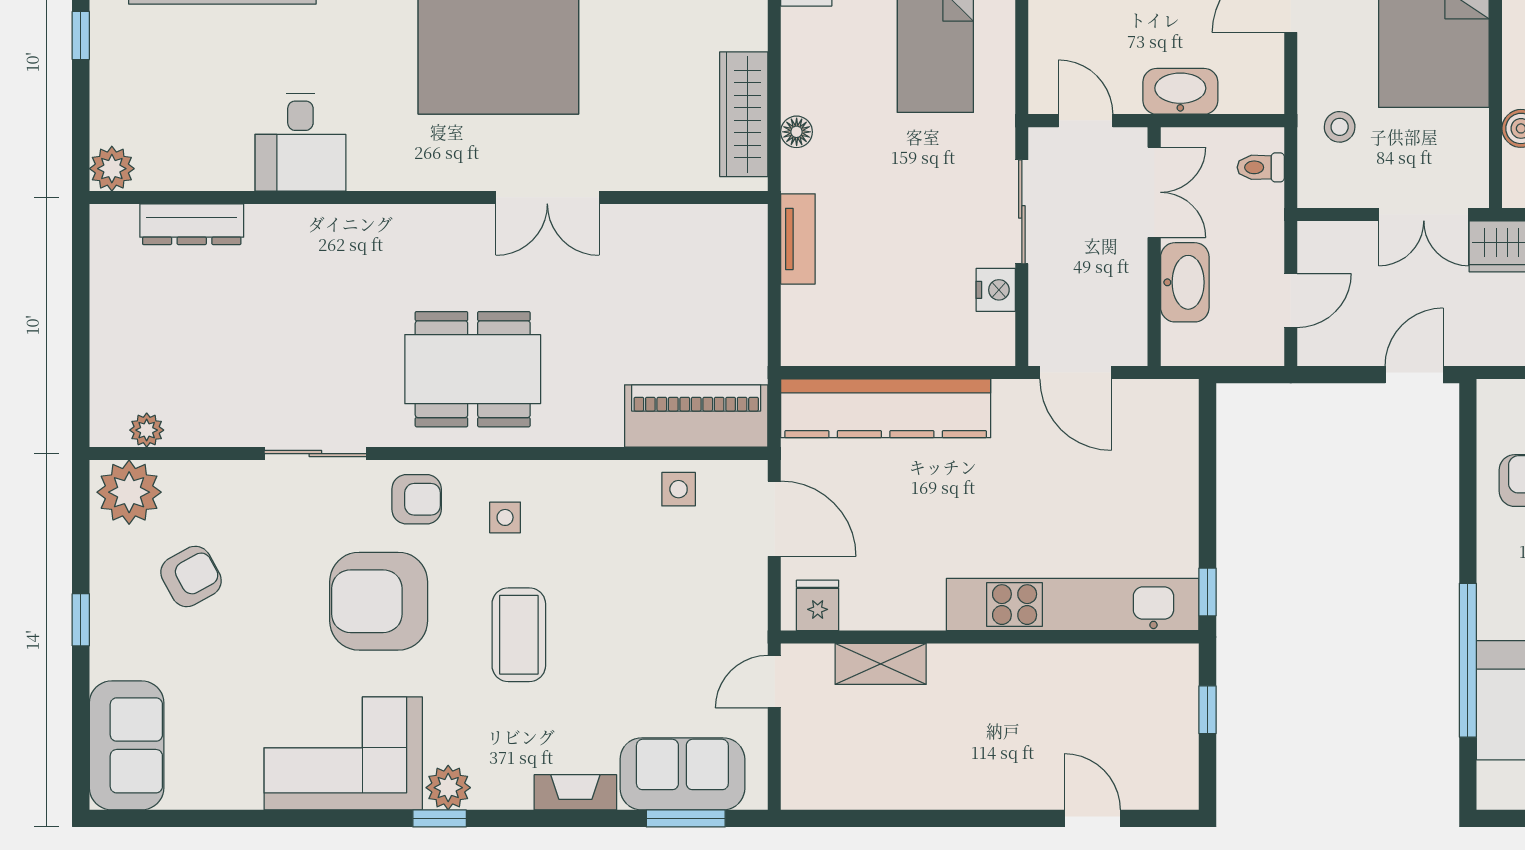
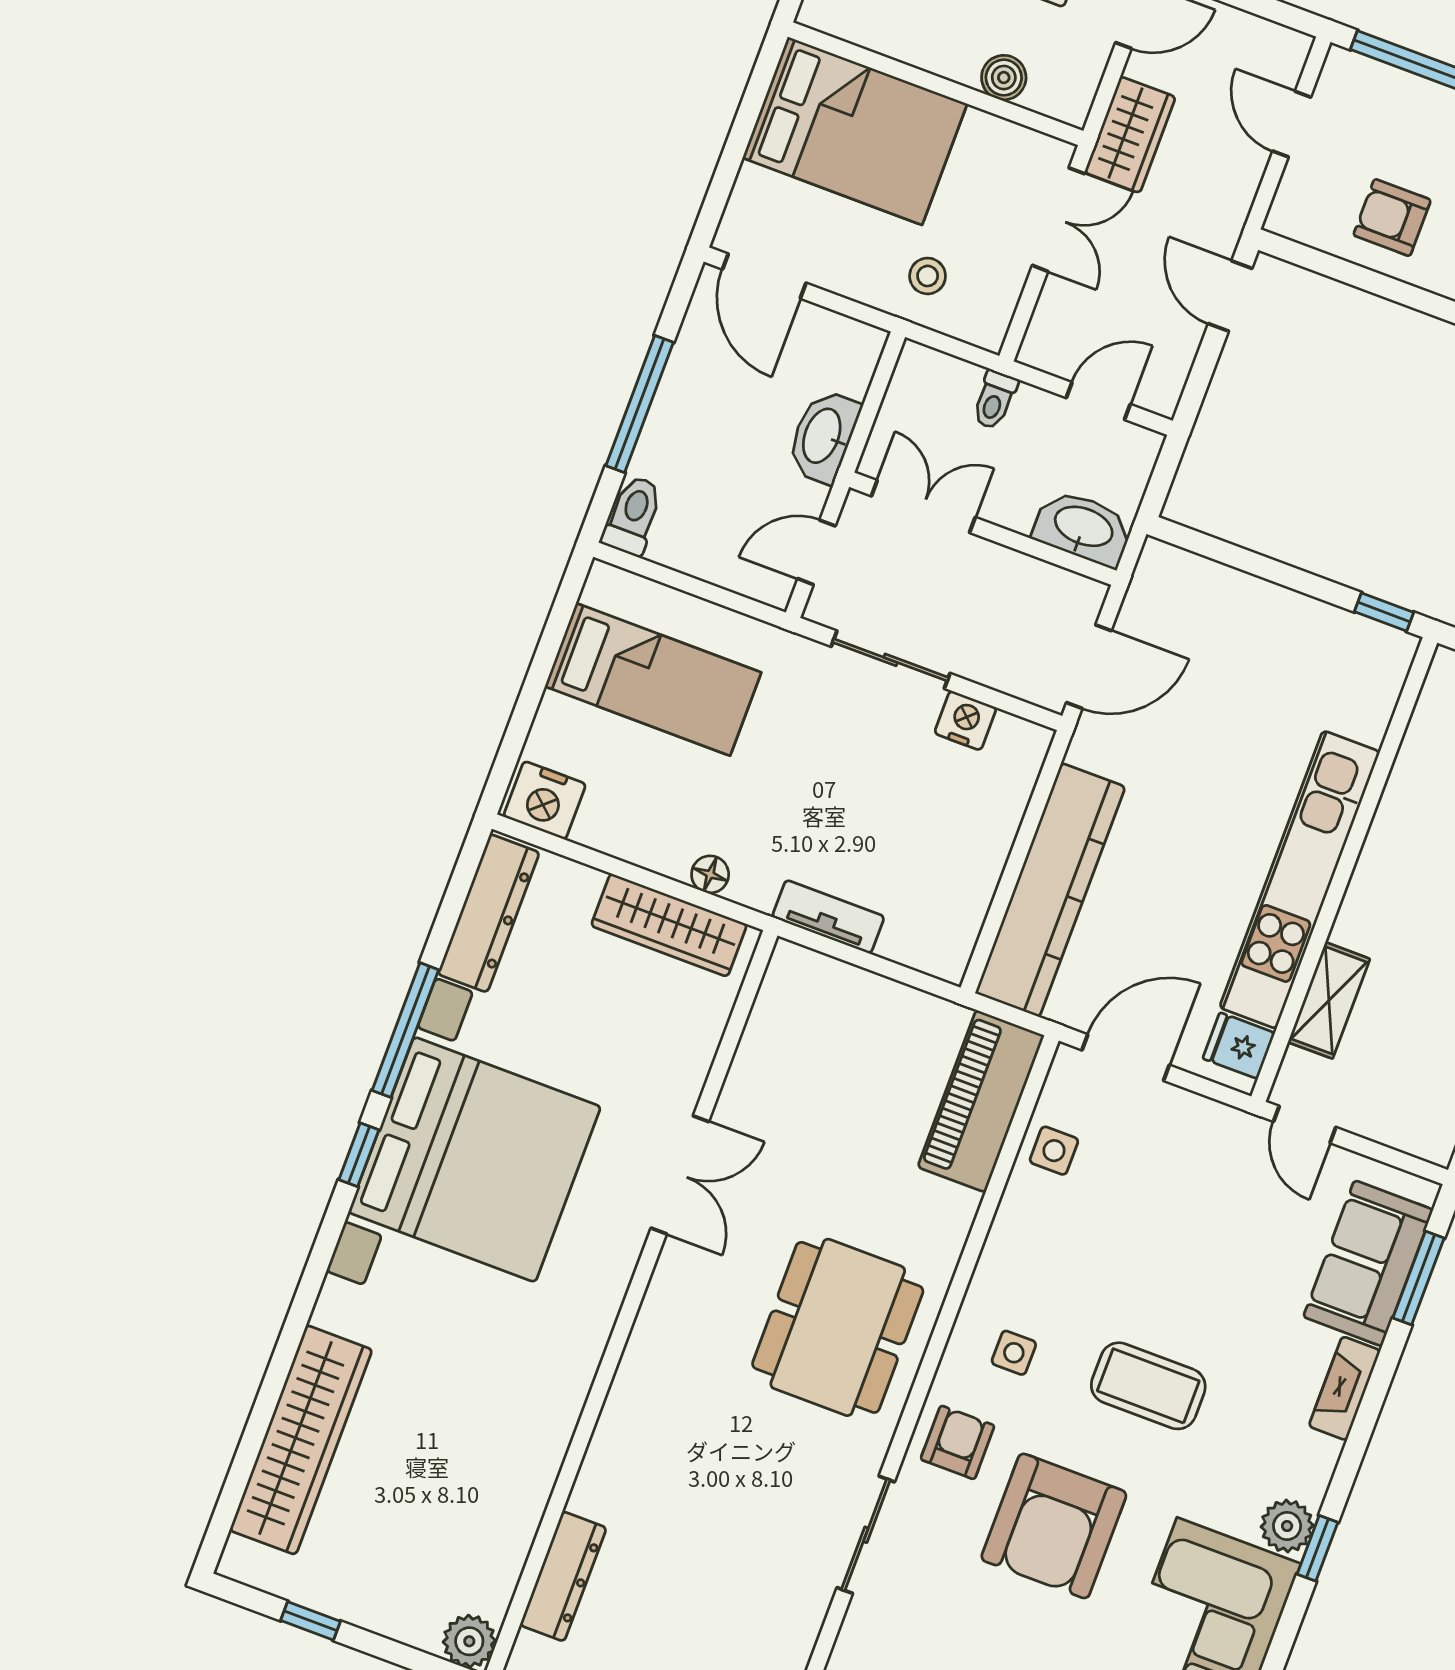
desk: (300, 142) -> (518, 1423), removed
toilet: (1261, 167) -> (995, 400), moved
washbasin: (1185, 282) -> (1083, 528), moved
door: (1291, 301) -> (1098, 401), hinge flipped
kitchen unit: (1073, 605) -> (1300, 880), moved

